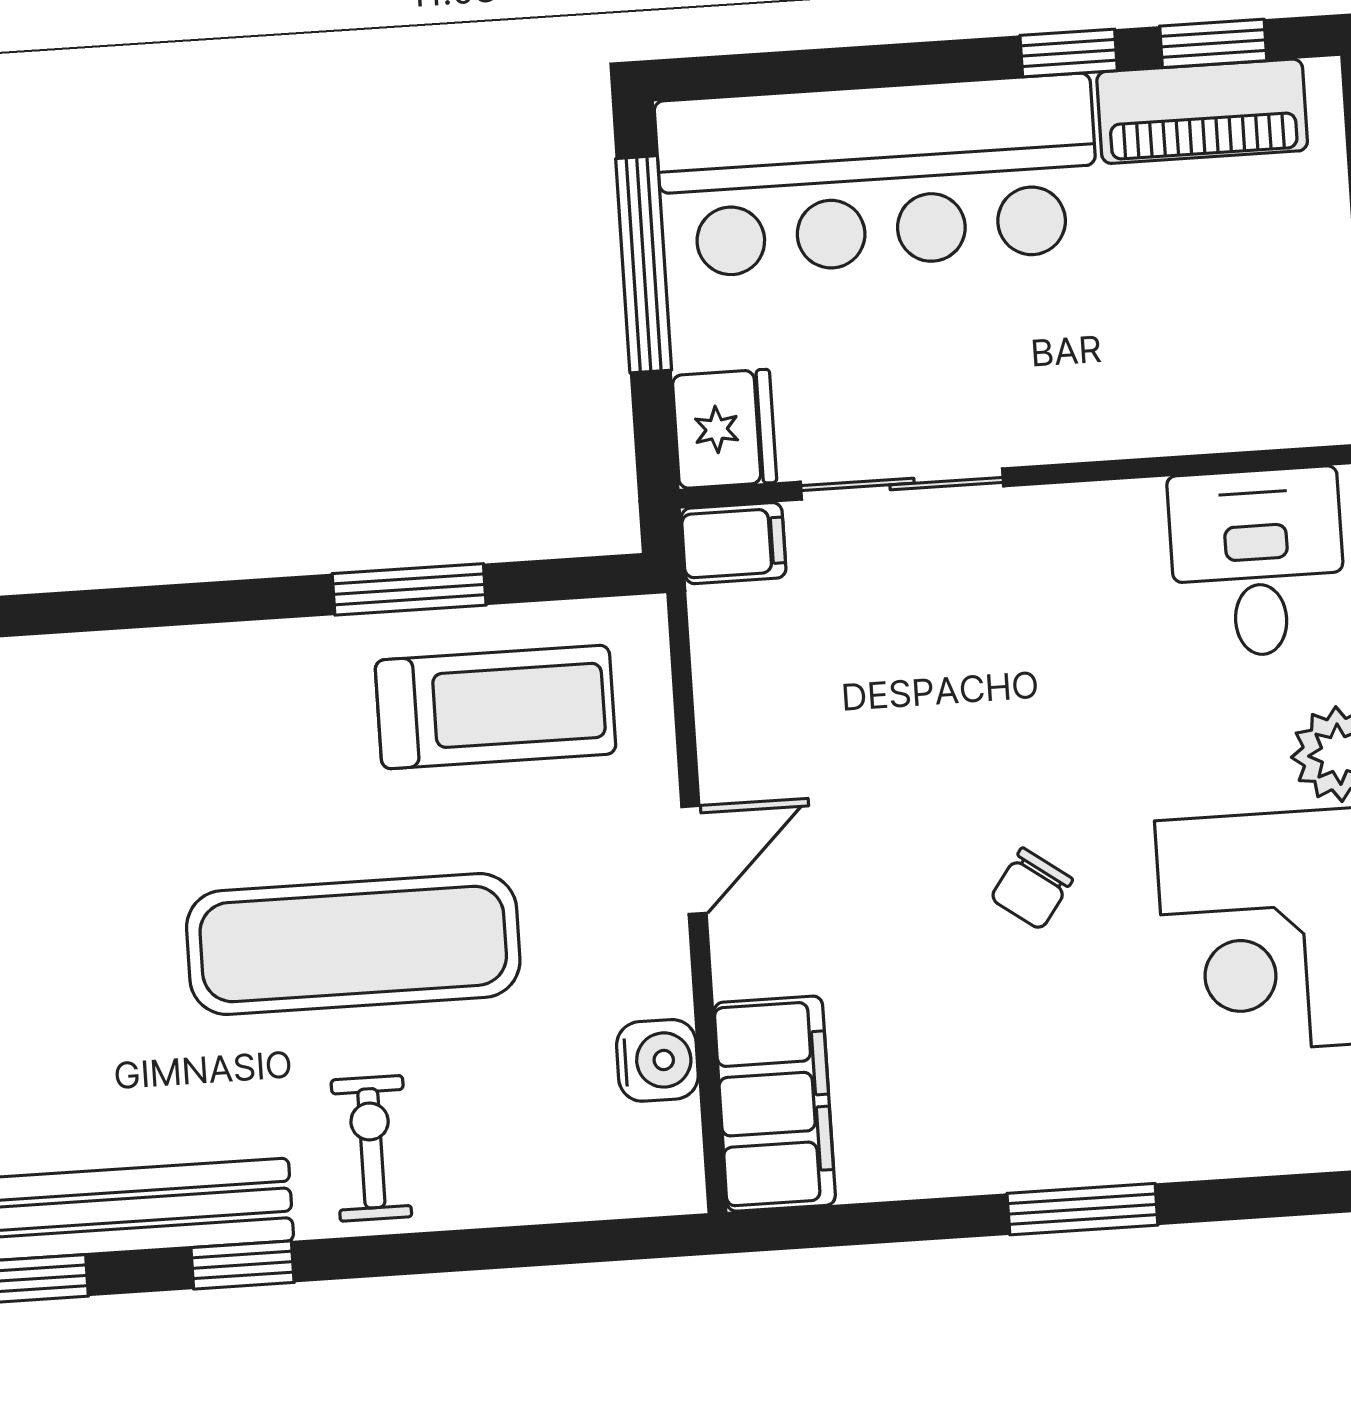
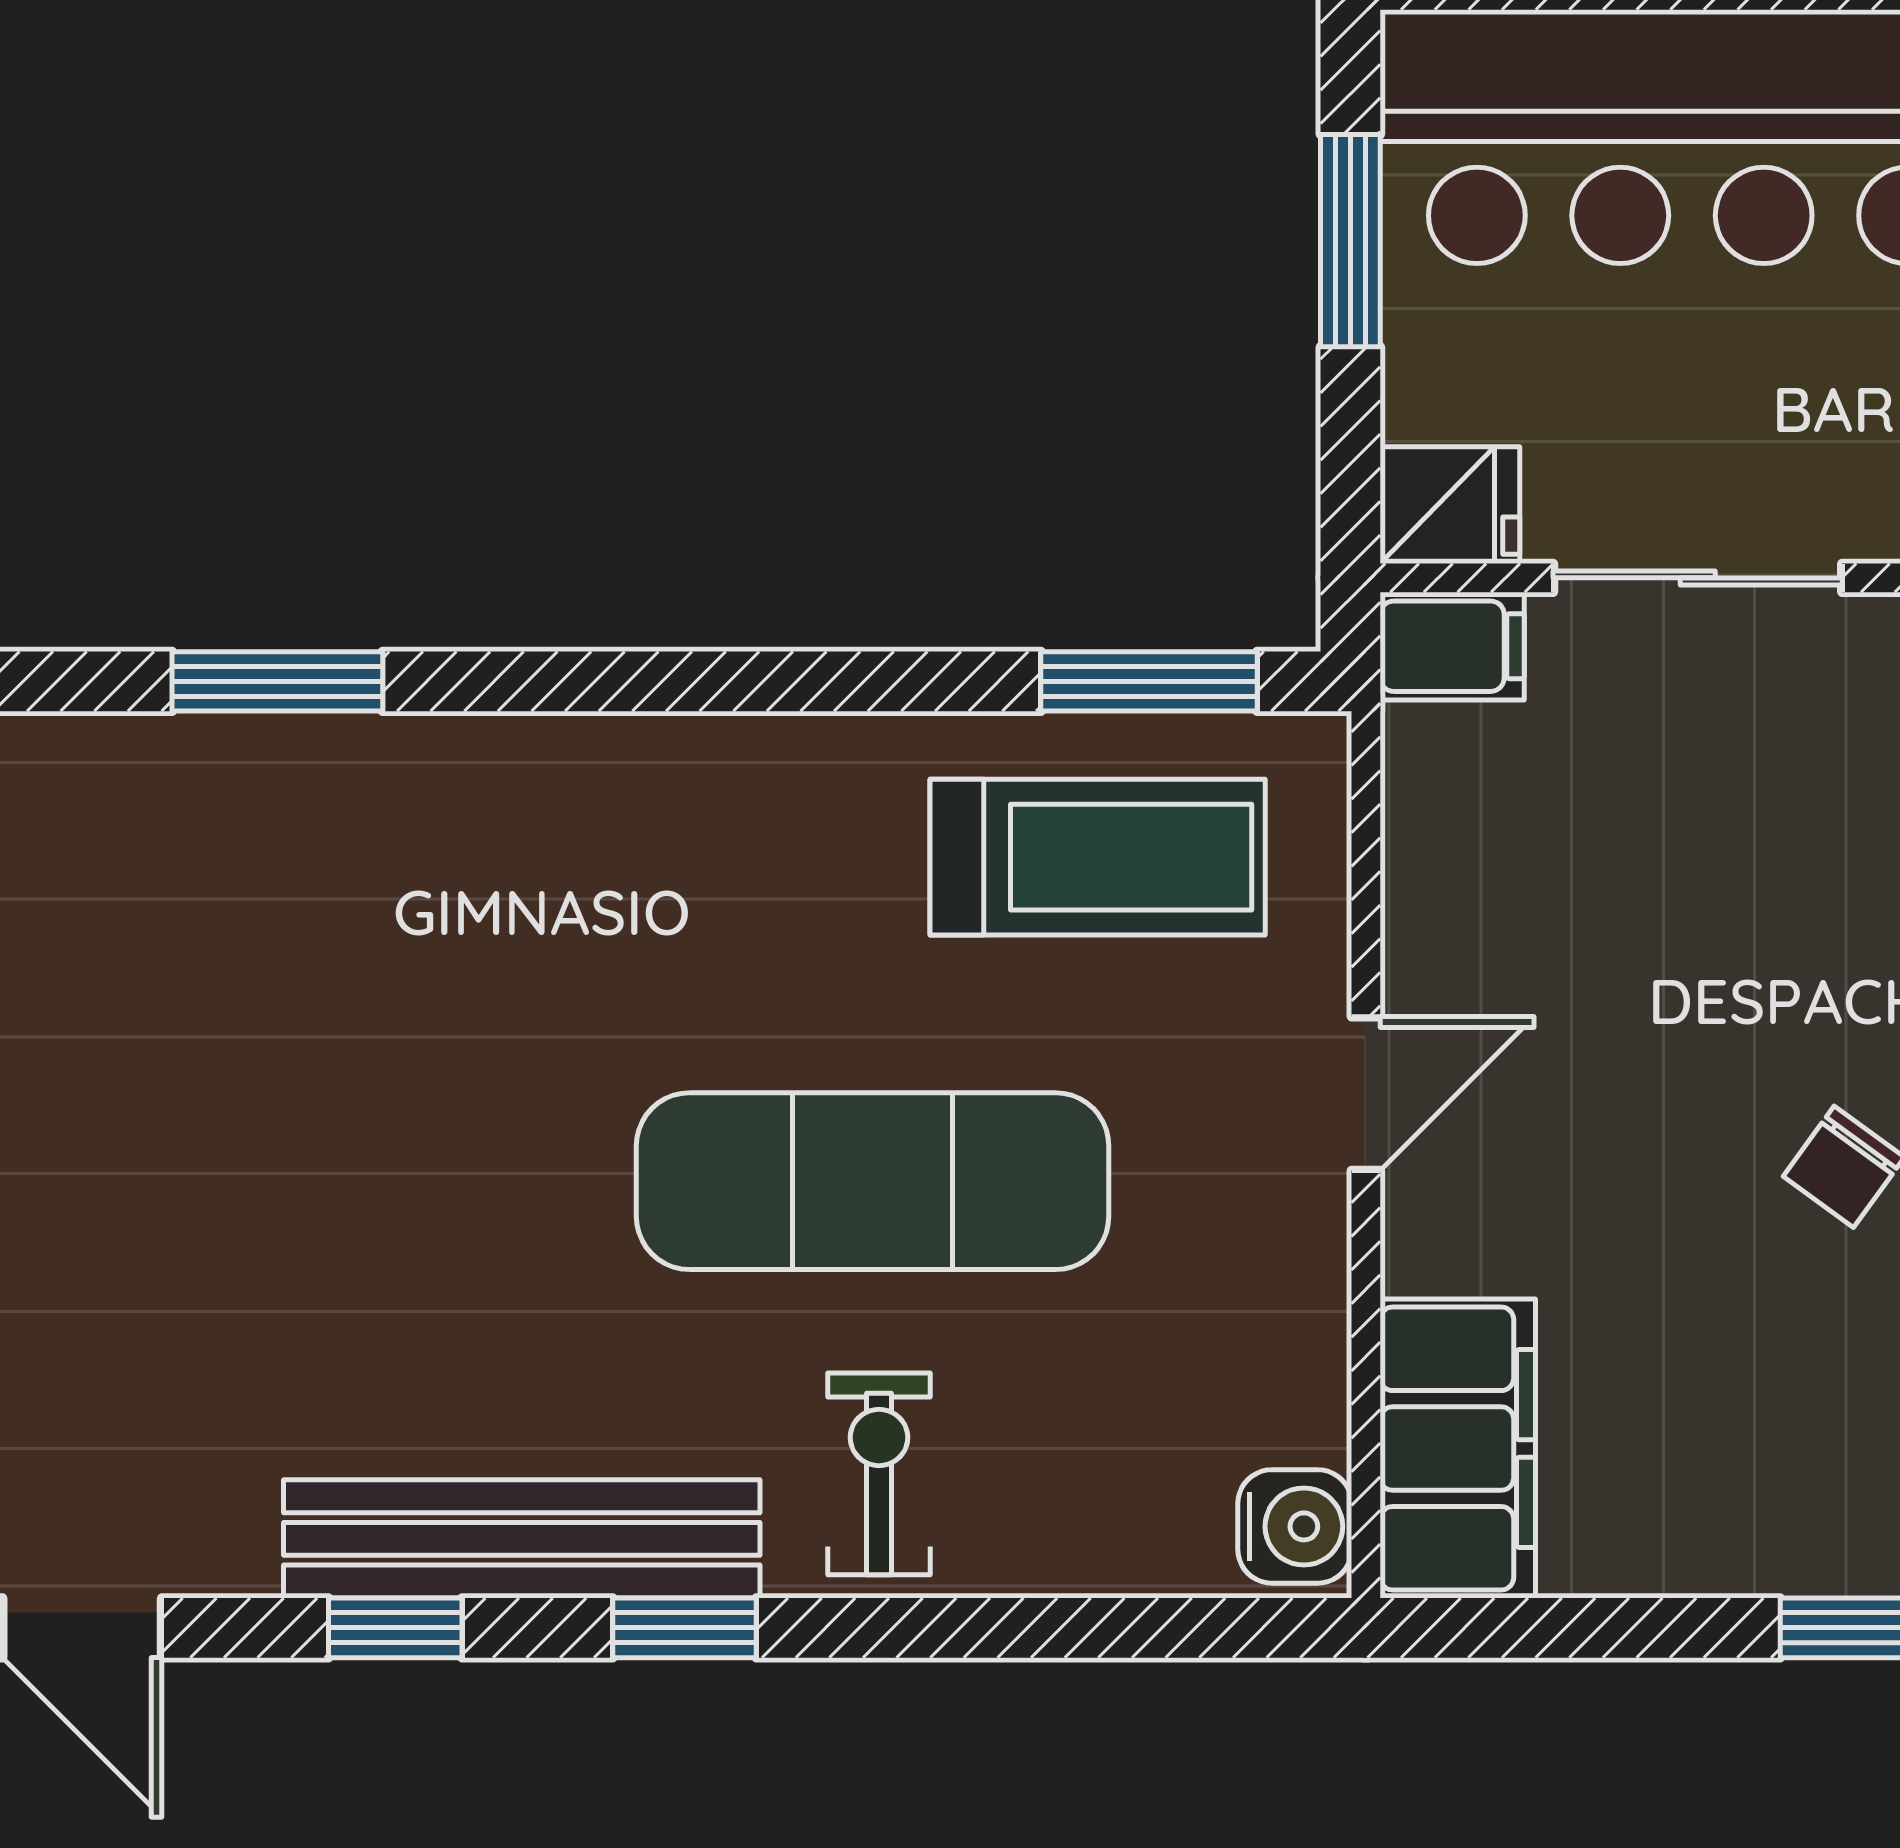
window: (644, 264) -> (1350, 241), width x0.69
fridge: (724, 429) -> (1450, 505), width x0.72
window: (409, 589) -> (1149, 681), moved
water cooler: (657, 1060) -> (1295, 1526), moved

